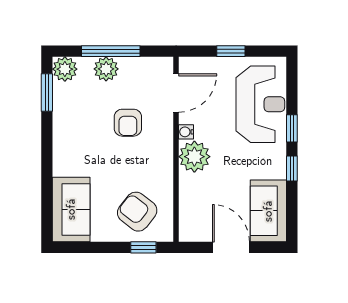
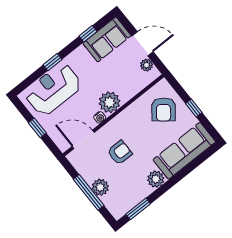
plant: (65, 69) -> (156, 179), moved
window: (292, 168) -> (88, 34), moved
sofa: (71, 209) -> (184, 151), width x1.36
plant: (203, 233) -> (147, 65), added
window: (143, 247) -> (194, 108), moved
door: (231, 247) -> (143, 44), swing flipped

